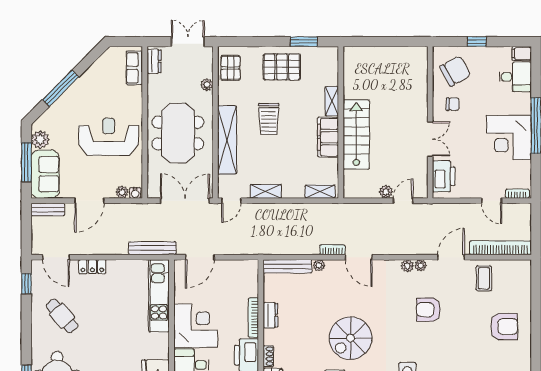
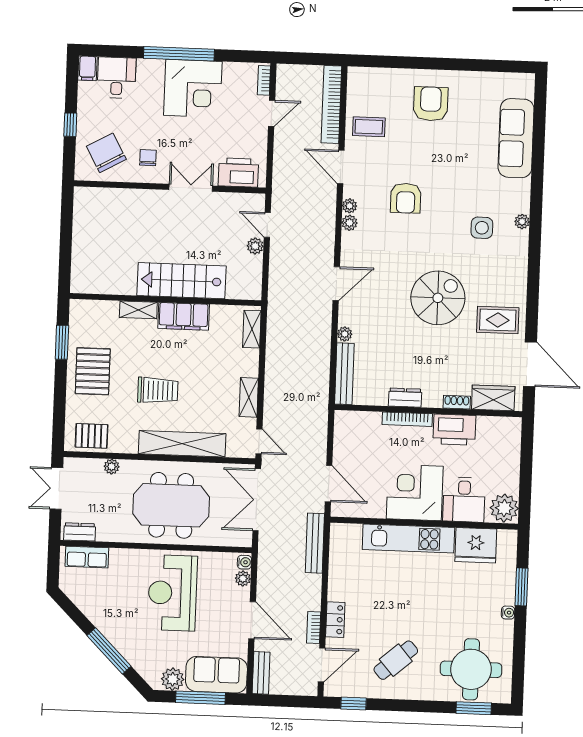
bookcase: (332, 250) -> (314, 627), moved
kitchen unit: (159, 296) -> (408, 538), moved
spiral stairs: (350, 338) -> (438, 298), turned -90

